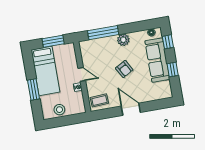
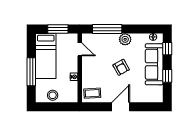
door: (82, 74) -> (80, 49), moved
window: (33, 89) -> (31, 72), width x1.44
door: (131, 109) -> (121, 107), hinge flipped

